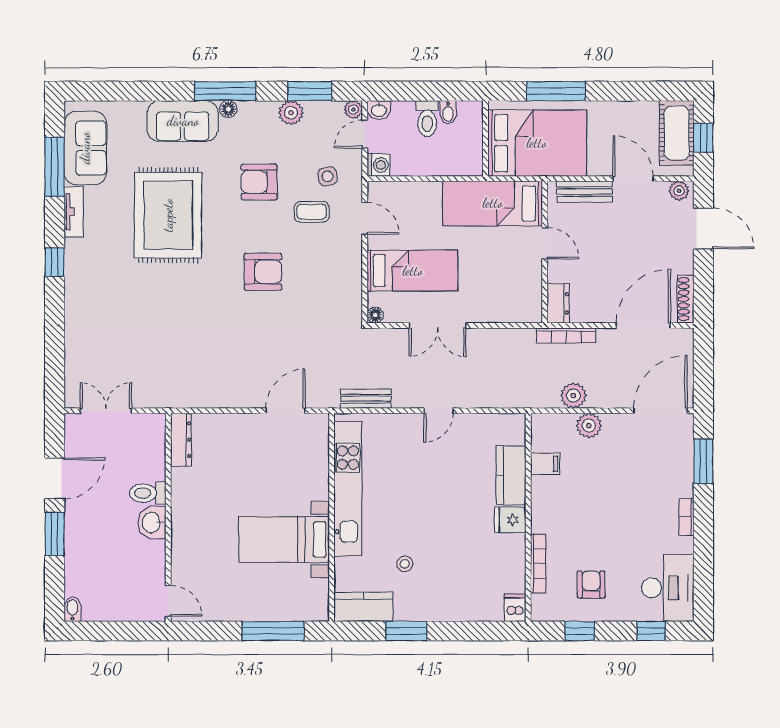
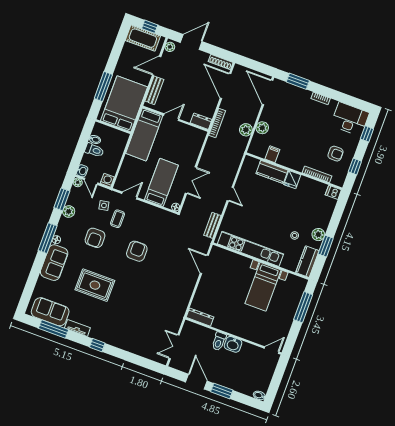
rug: (168, 215) -> (95, 285), width x0.73, depth x0.69
armchair: (591, 585) -> (336, 154), turned 180
plant: (423, 609) -> (318, 235), added

